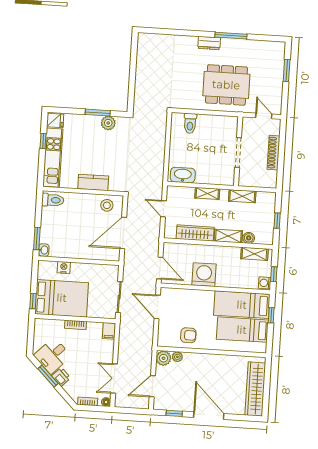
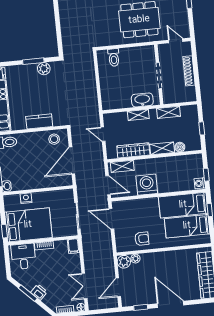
washbasin: (183, 175) -> (142, 100), moved
shelving: (254, 254) -> (122, 166), moved
desk: (52, 356) -> (23, 256), moved, turned 135

